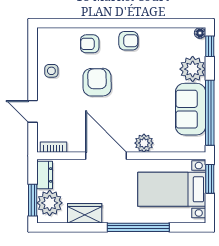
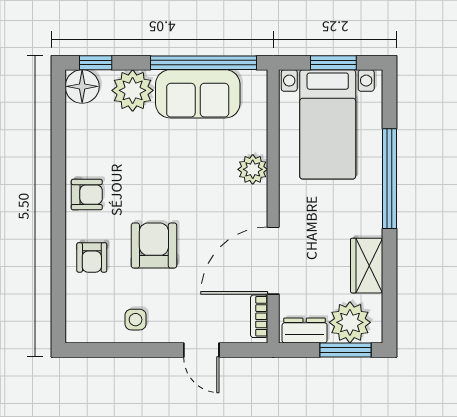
floor lamp: (200, 33) -> (82, 86), width x1.89, depth x1.89
armchair: (128, 41) -> (87, 195), turned 90
armchair: (97, 82) -> (154, 245), turned 91
door: (33, 111) -> (201, 350), hinge flipped
door: (106, 156) -> (273, 261), moved
window: (210, 179) -> (333, 63), moved

